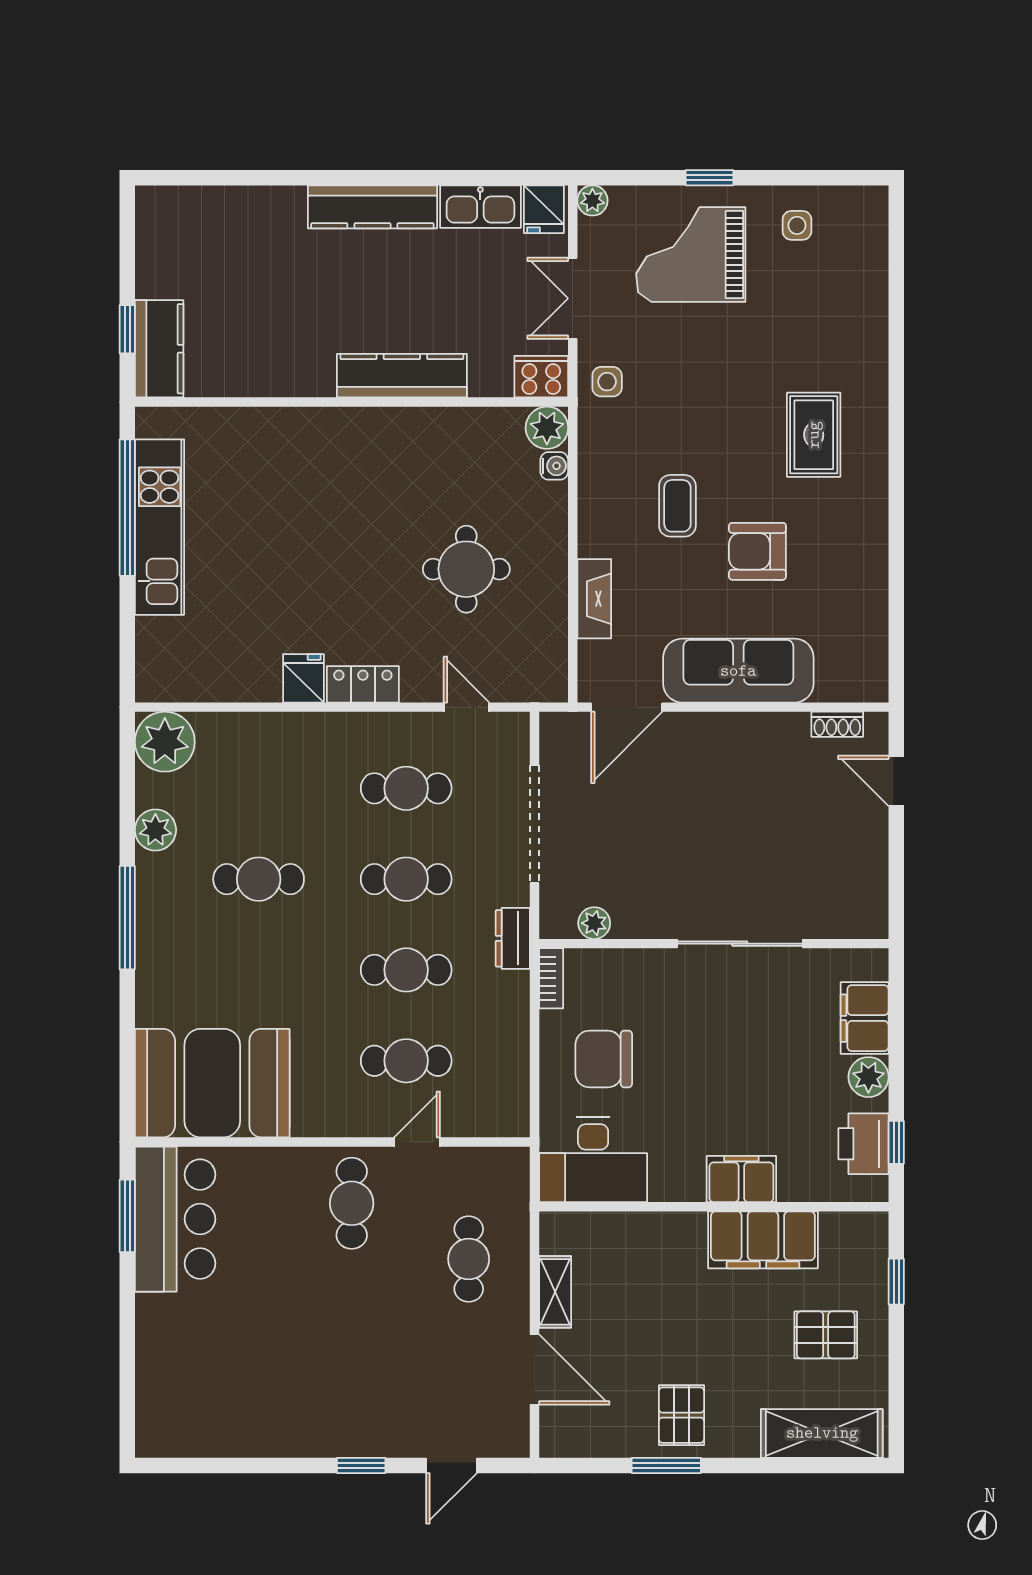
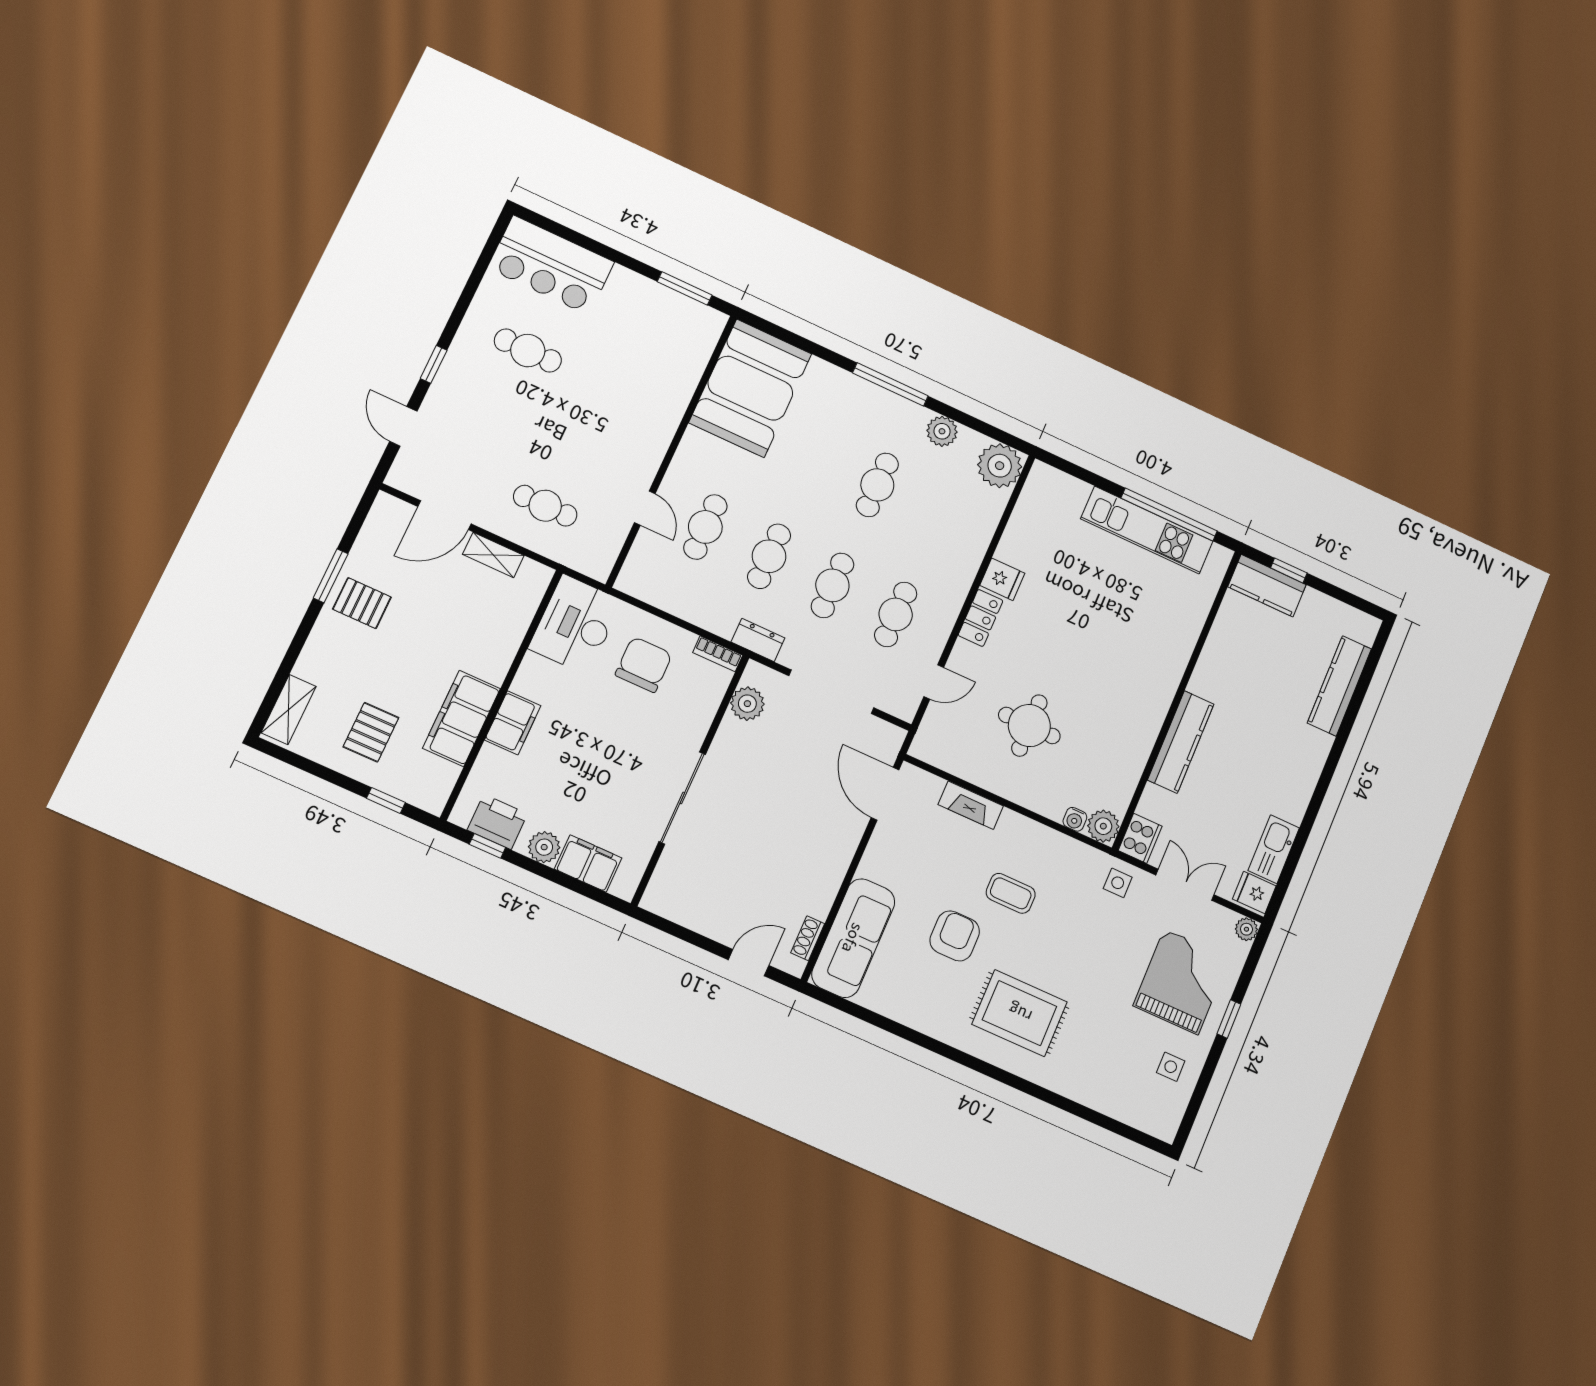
kitchen counter: (372, 207) -> (1339, 686), moved
rug: (814, 435) -> (1020, 1013), width x1.36, depth x1.43
sofa: (738, 671) -> (853, 938), moved
plant: (594, 923) -> (747, 704), width x1.38, depth x1.38
cafe table: (352, 1203) -> (528, 351), moved
bar counter: (175, 1219) -> (551, 265), moved
shelving: (822, 1433) -> (289, 710), width x0.67, depth x0.75

